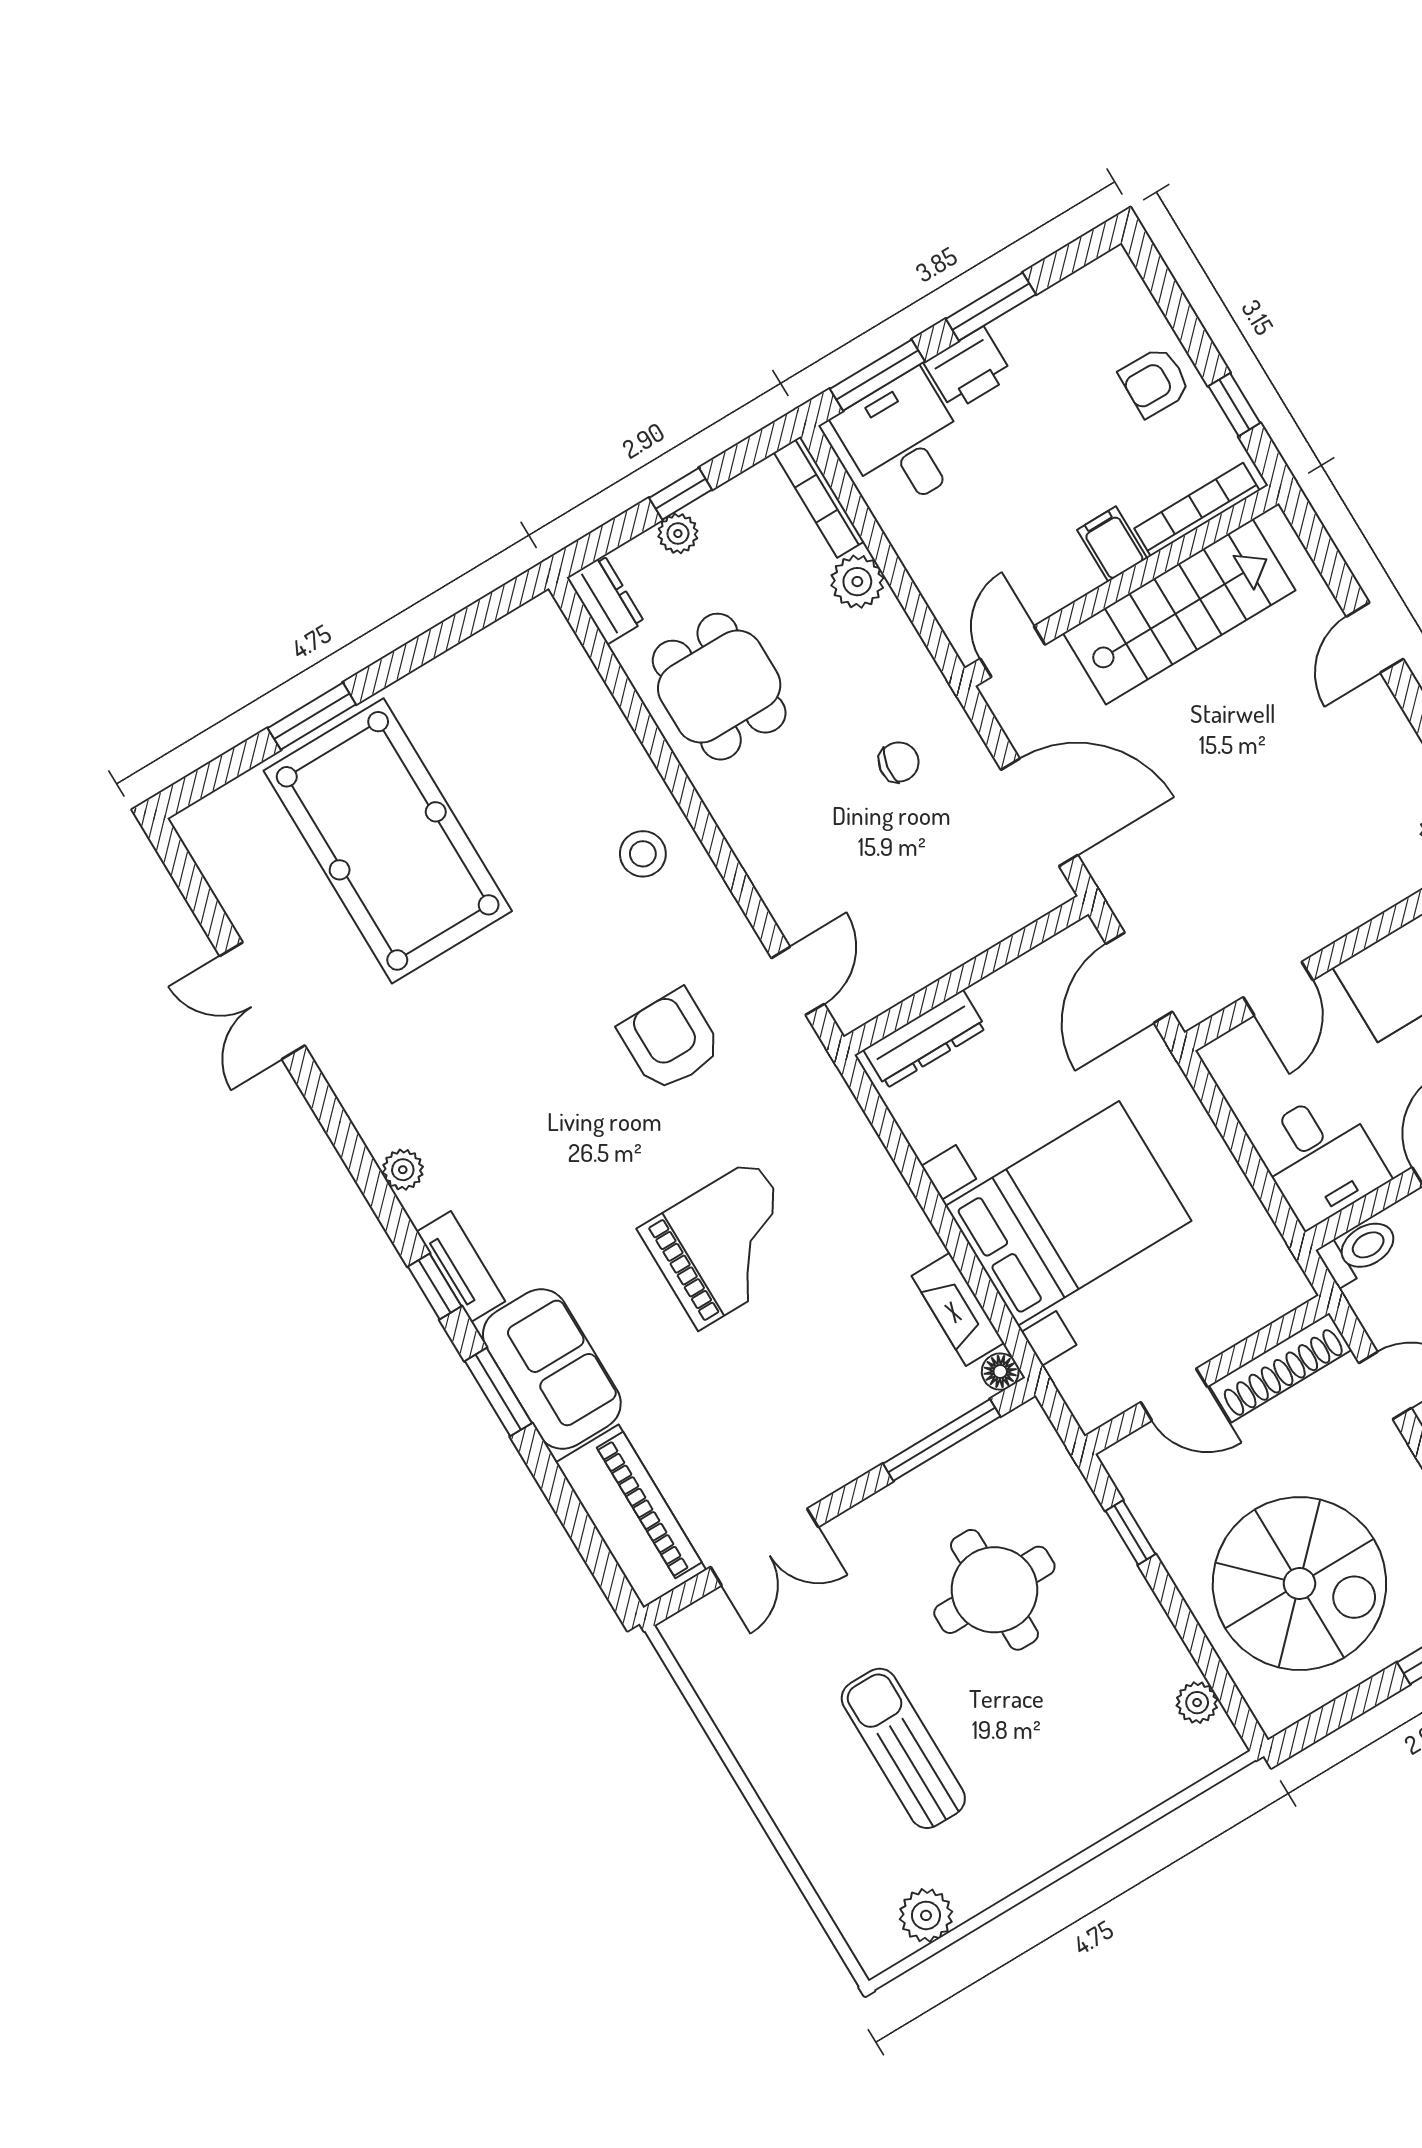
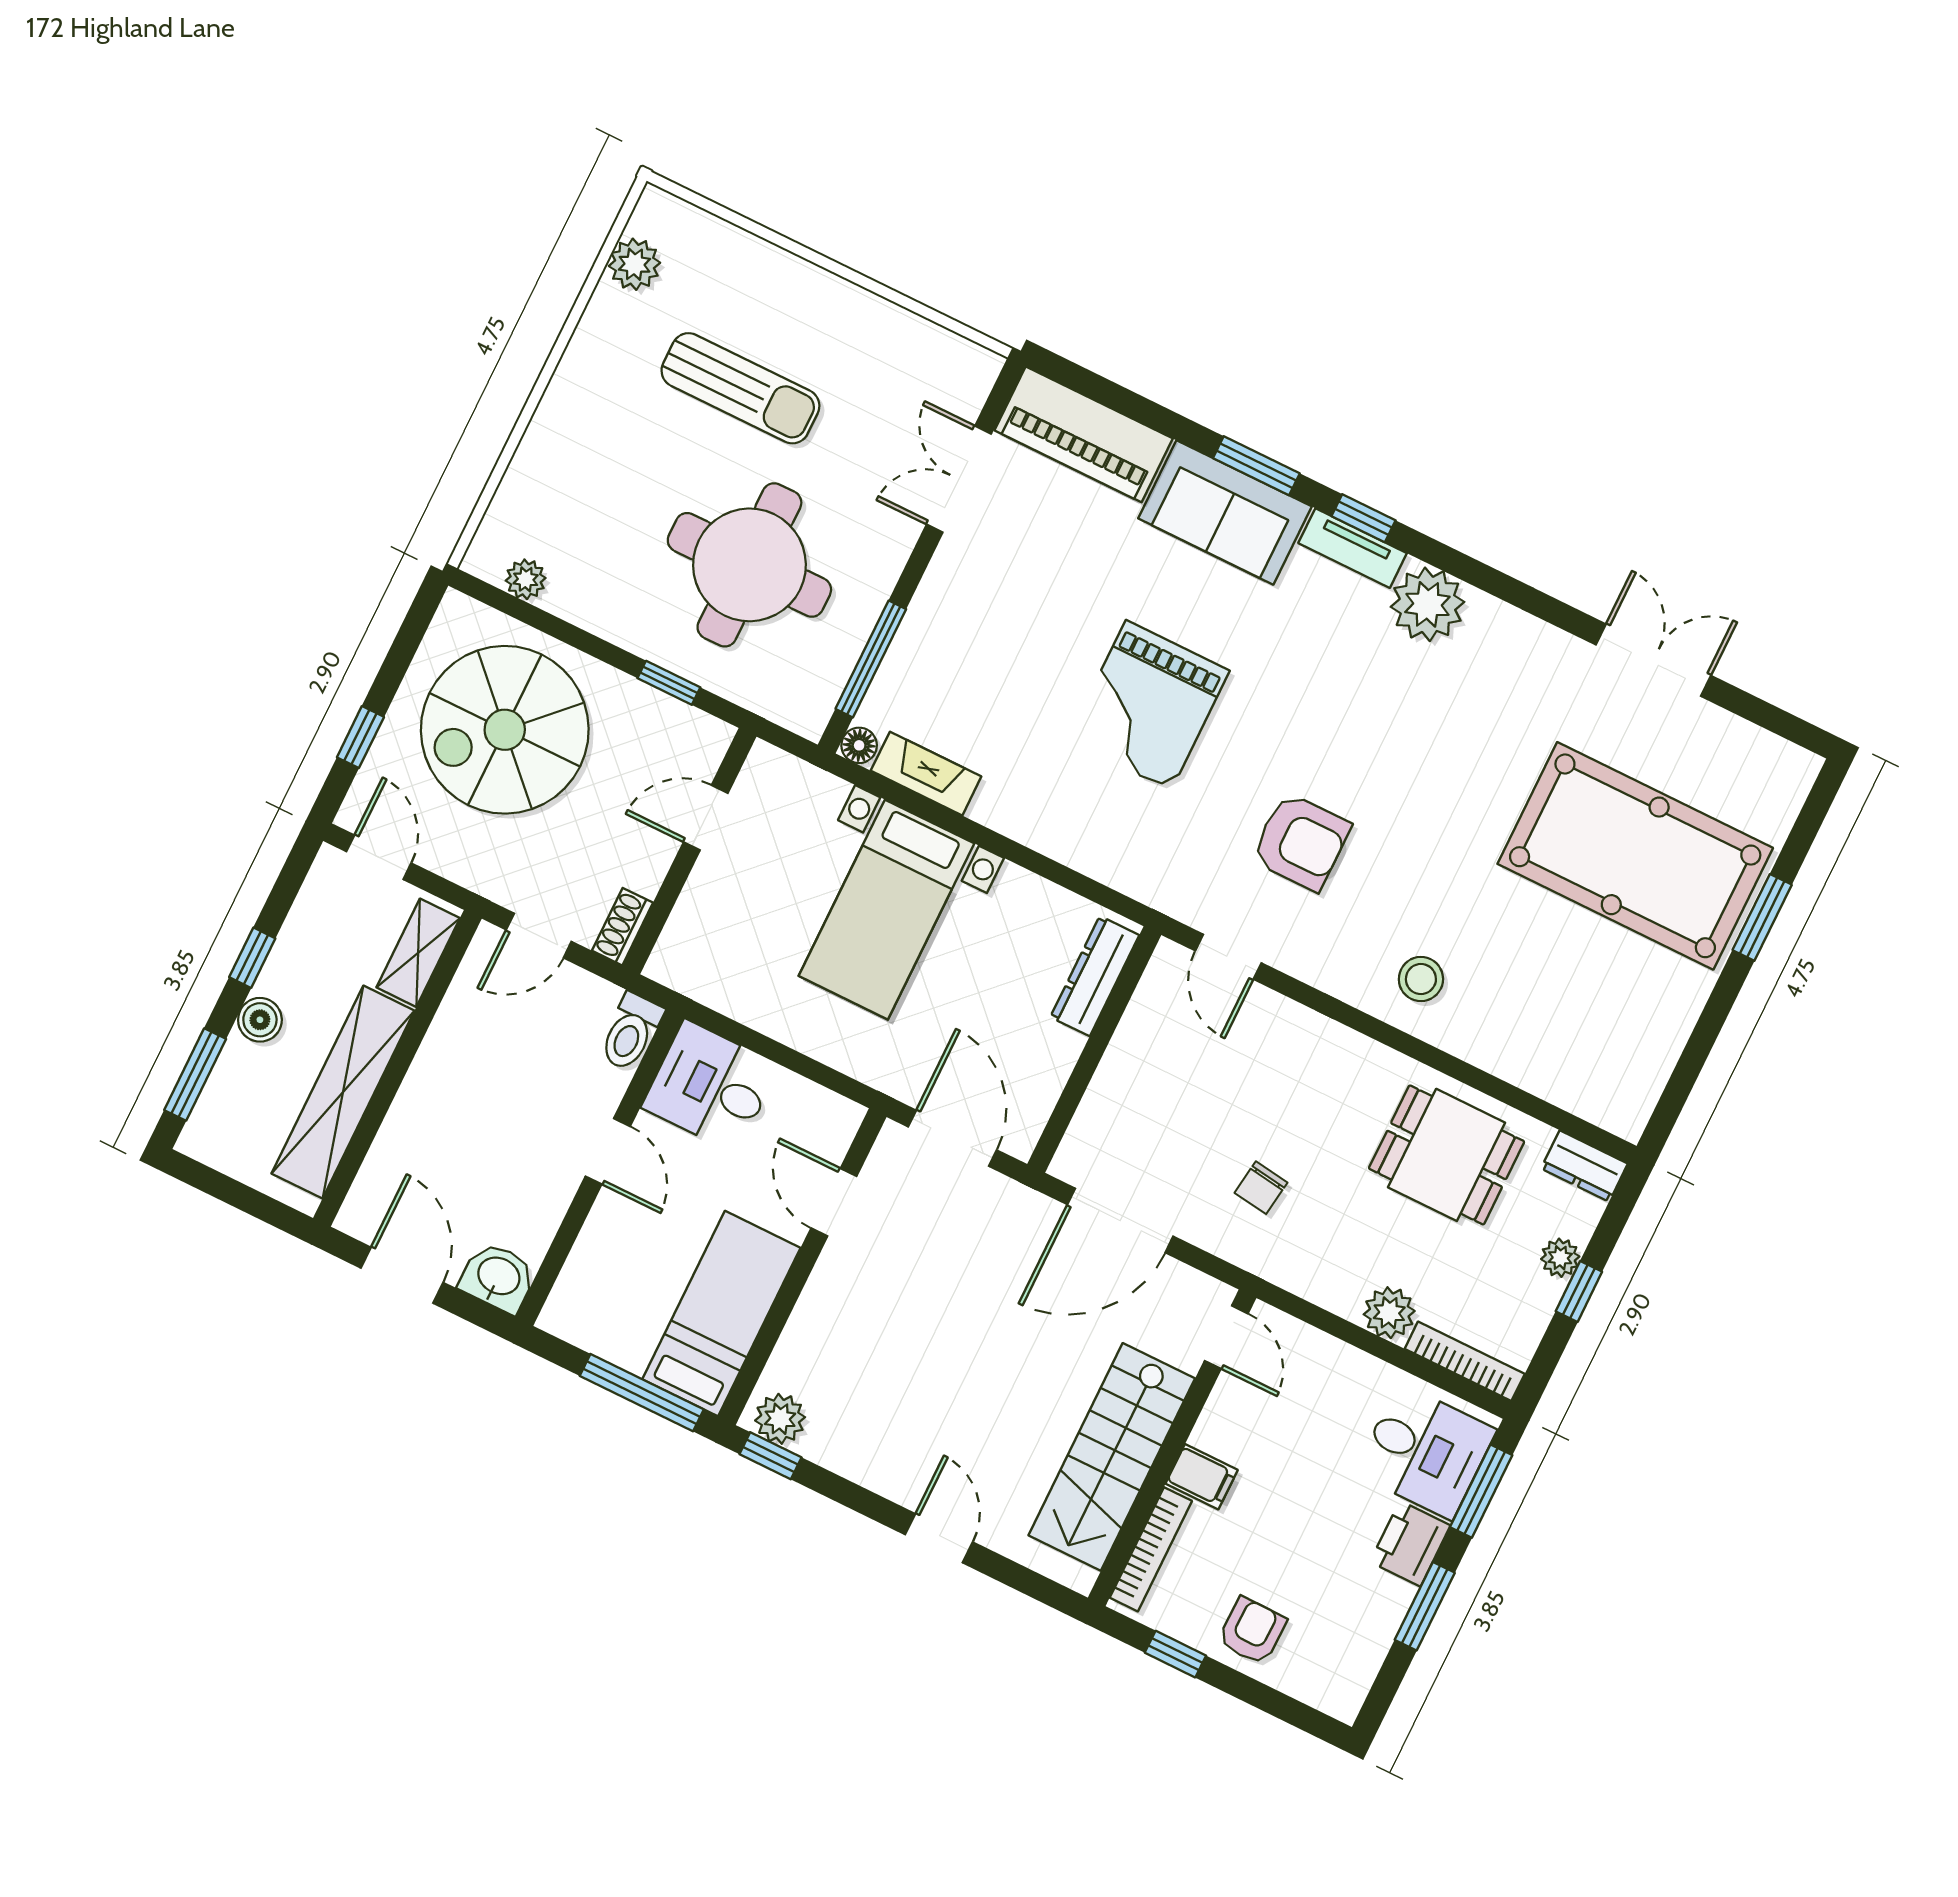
plant: (403, 1170) -> (1427, 604), width x1.88, depth x1.88
bed with nightstands: (1068, 1213) -> (886, 910), width x0.73
shoe rack: (1280, 1368) -> (622, 927), width x0.51, depth x0.81
round table: (994, 1590) -> (749, 565), width x1.36, depth x1.36

